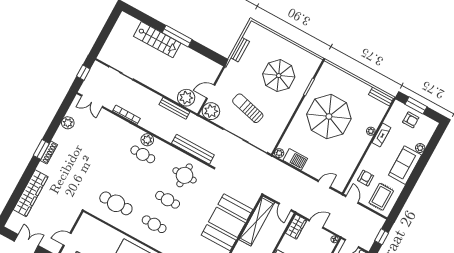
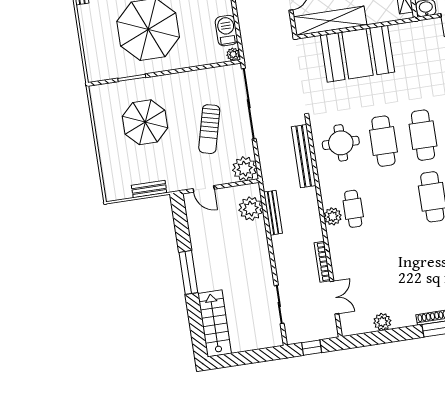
stairs: (157, 40) -> (215, 323), moved
door: (211, 92) -> (204, 189), moved
double door: (92, 101) -> (334, 298), moved
cafe table: (168, 200) -> (383, 141), width x1.37, depth x1.35
cafe table: (154, 224) -> (423, 135), width x1.37, depth x1.35

